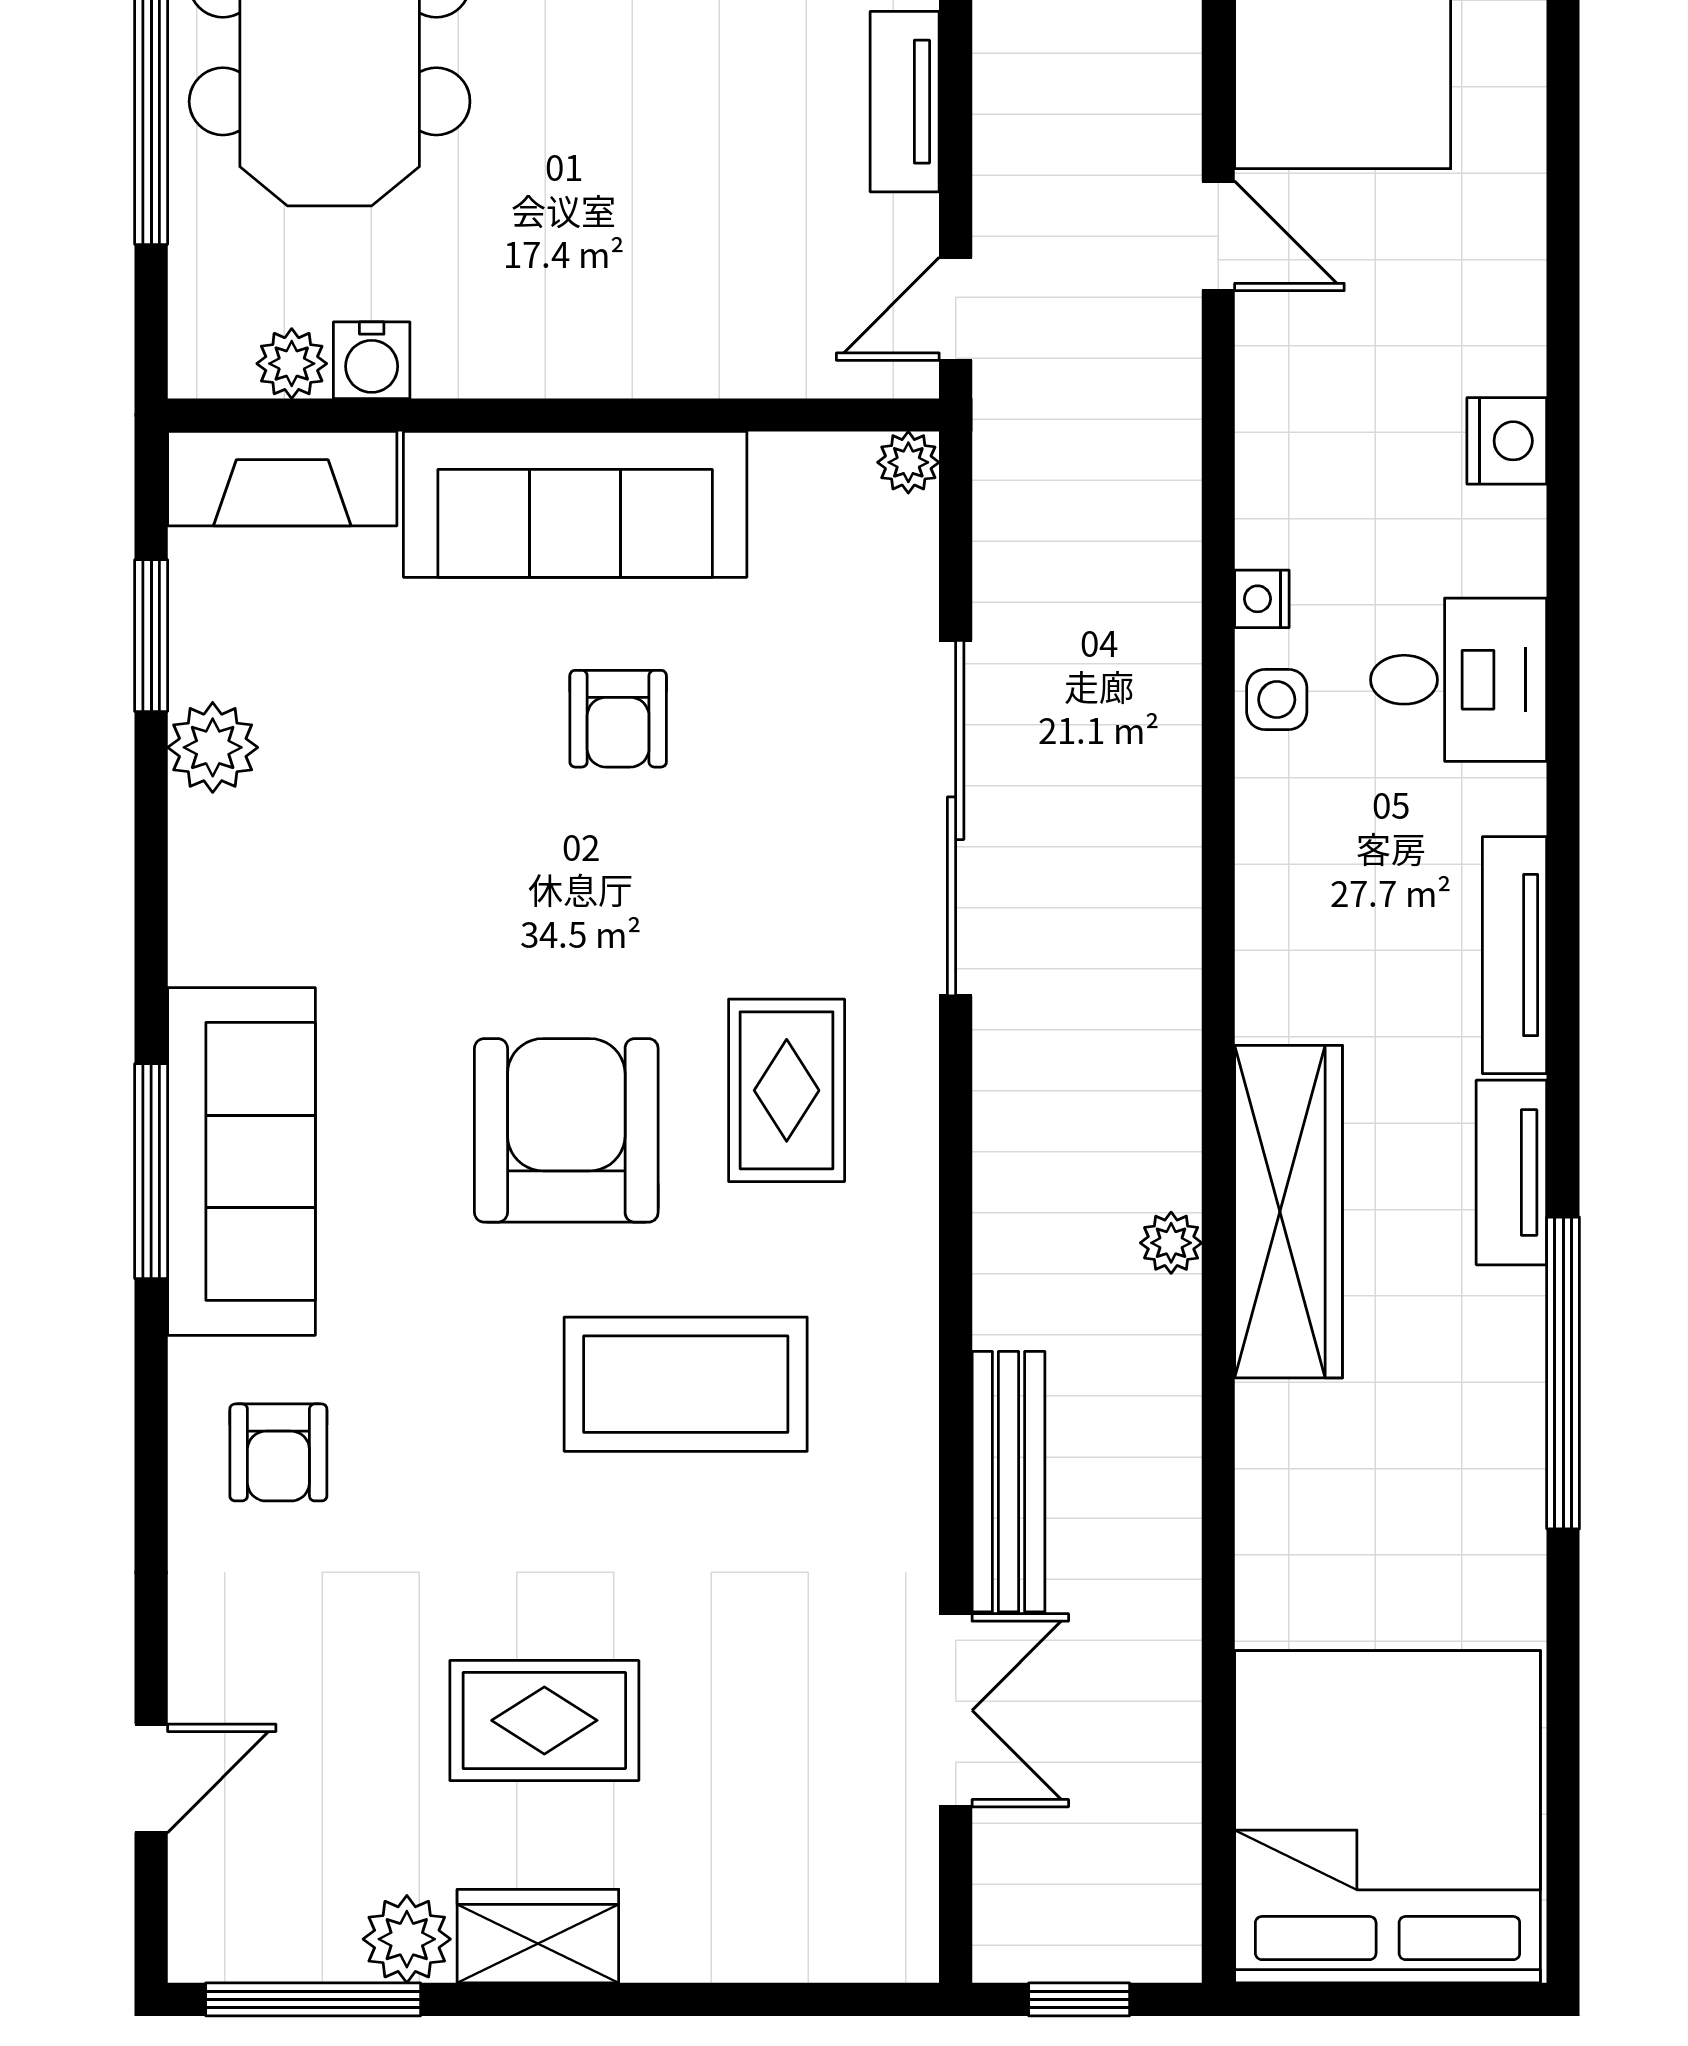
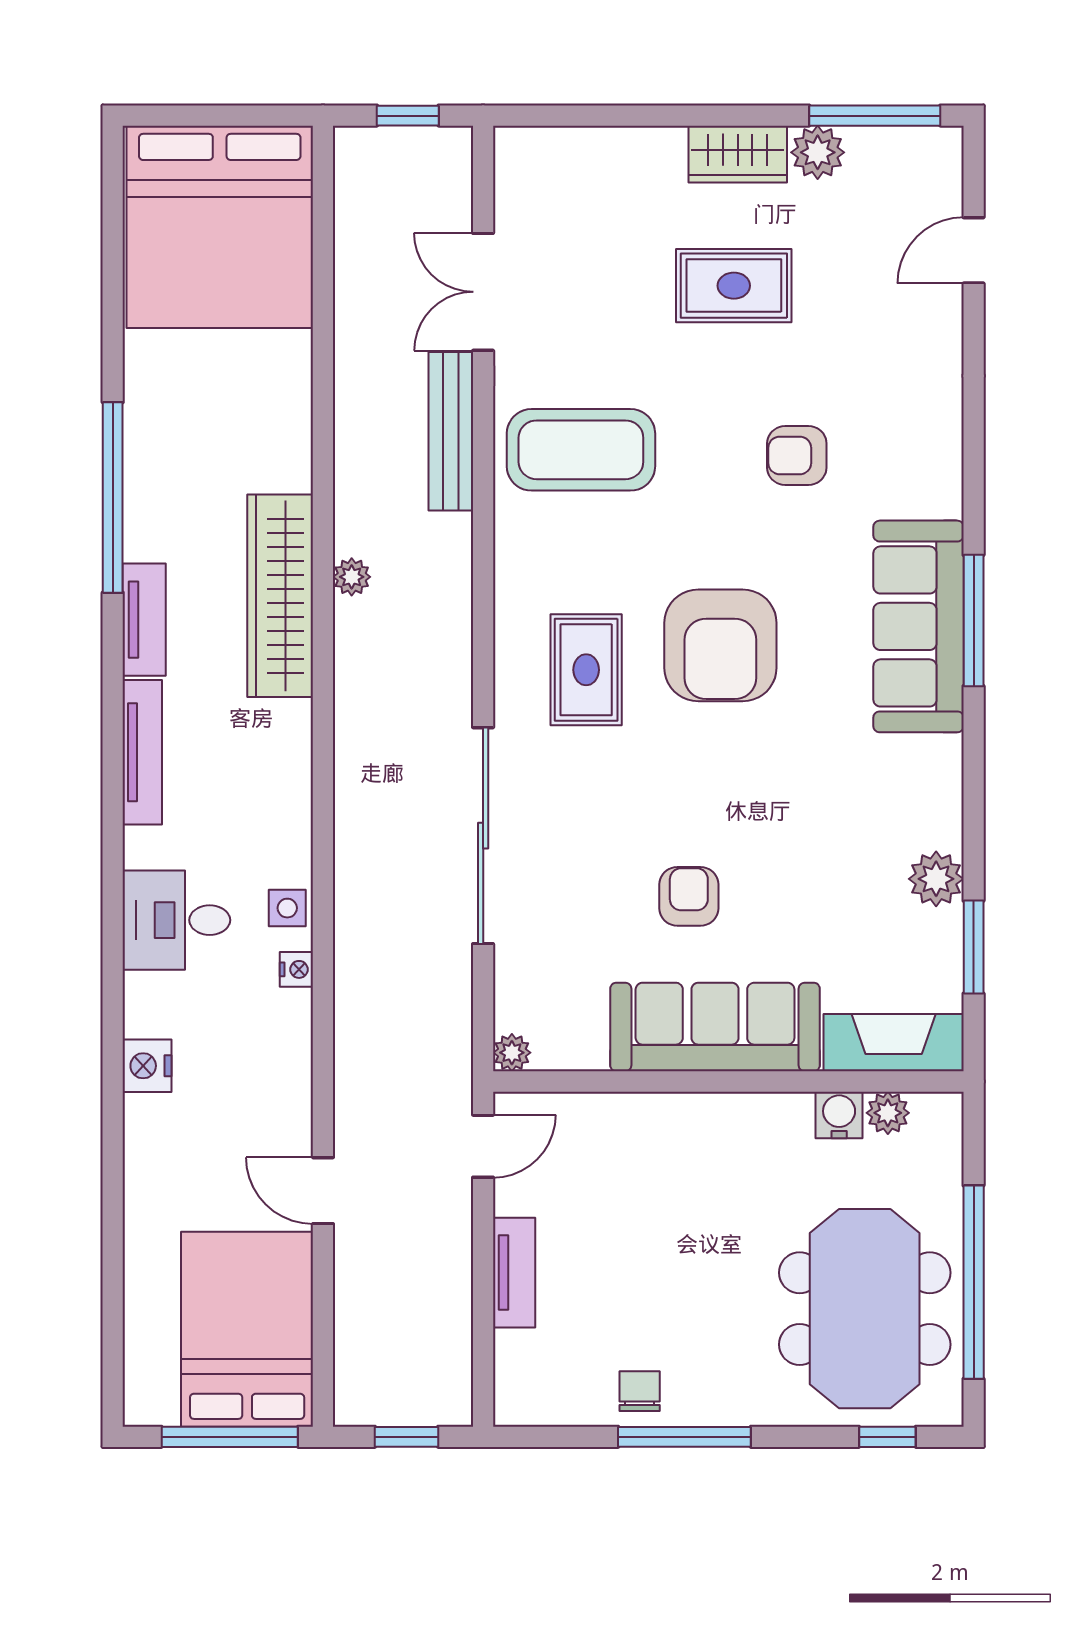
coffee table: (686, 1384) -> (581, 450), moved
armchair: (278, 1452) -> (797, 455), moved, turned -90

